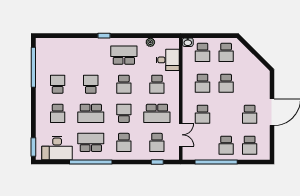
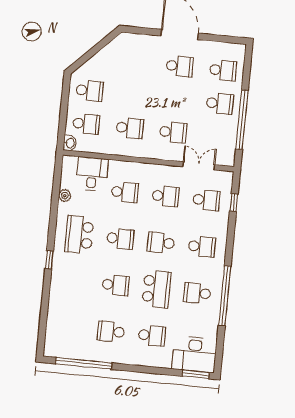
school desk: (226, 83) -> (133, 95), removed
school desk: (91, 84) -> (116, 285), turned 180
school desk: (157, 113) -> (166, 196), width x0.54
school desk: (91, 142) -> (197, 293), width x0.54
desk: (57, 148) -> (194, 354), moved, turned 90

